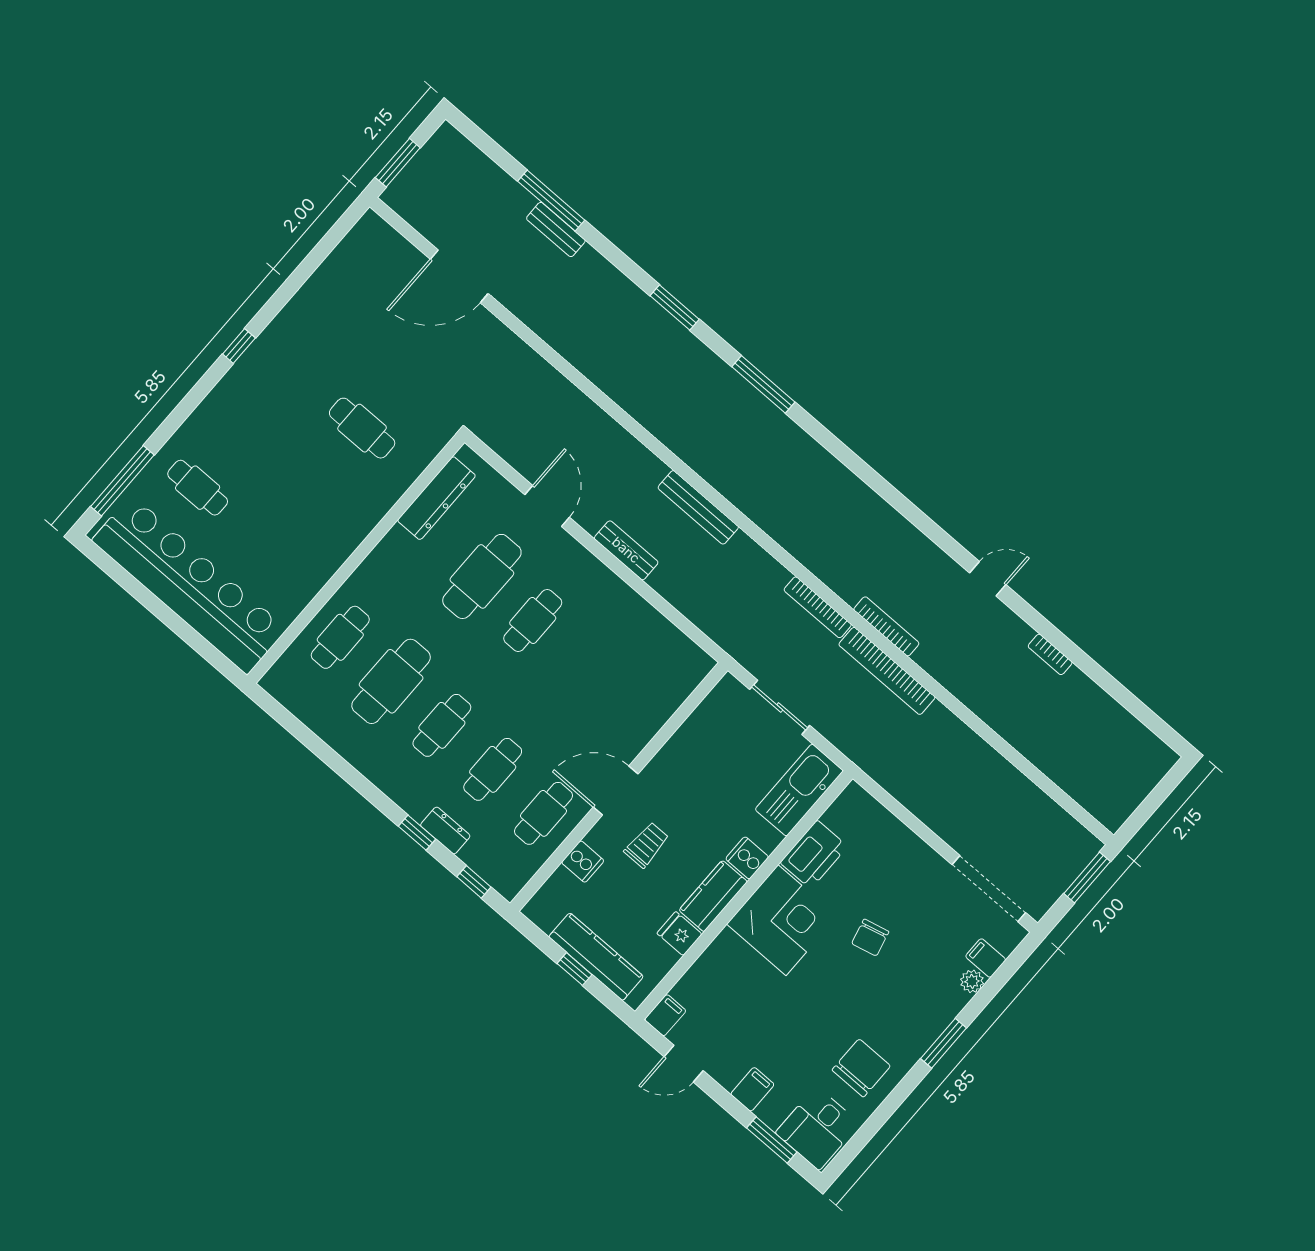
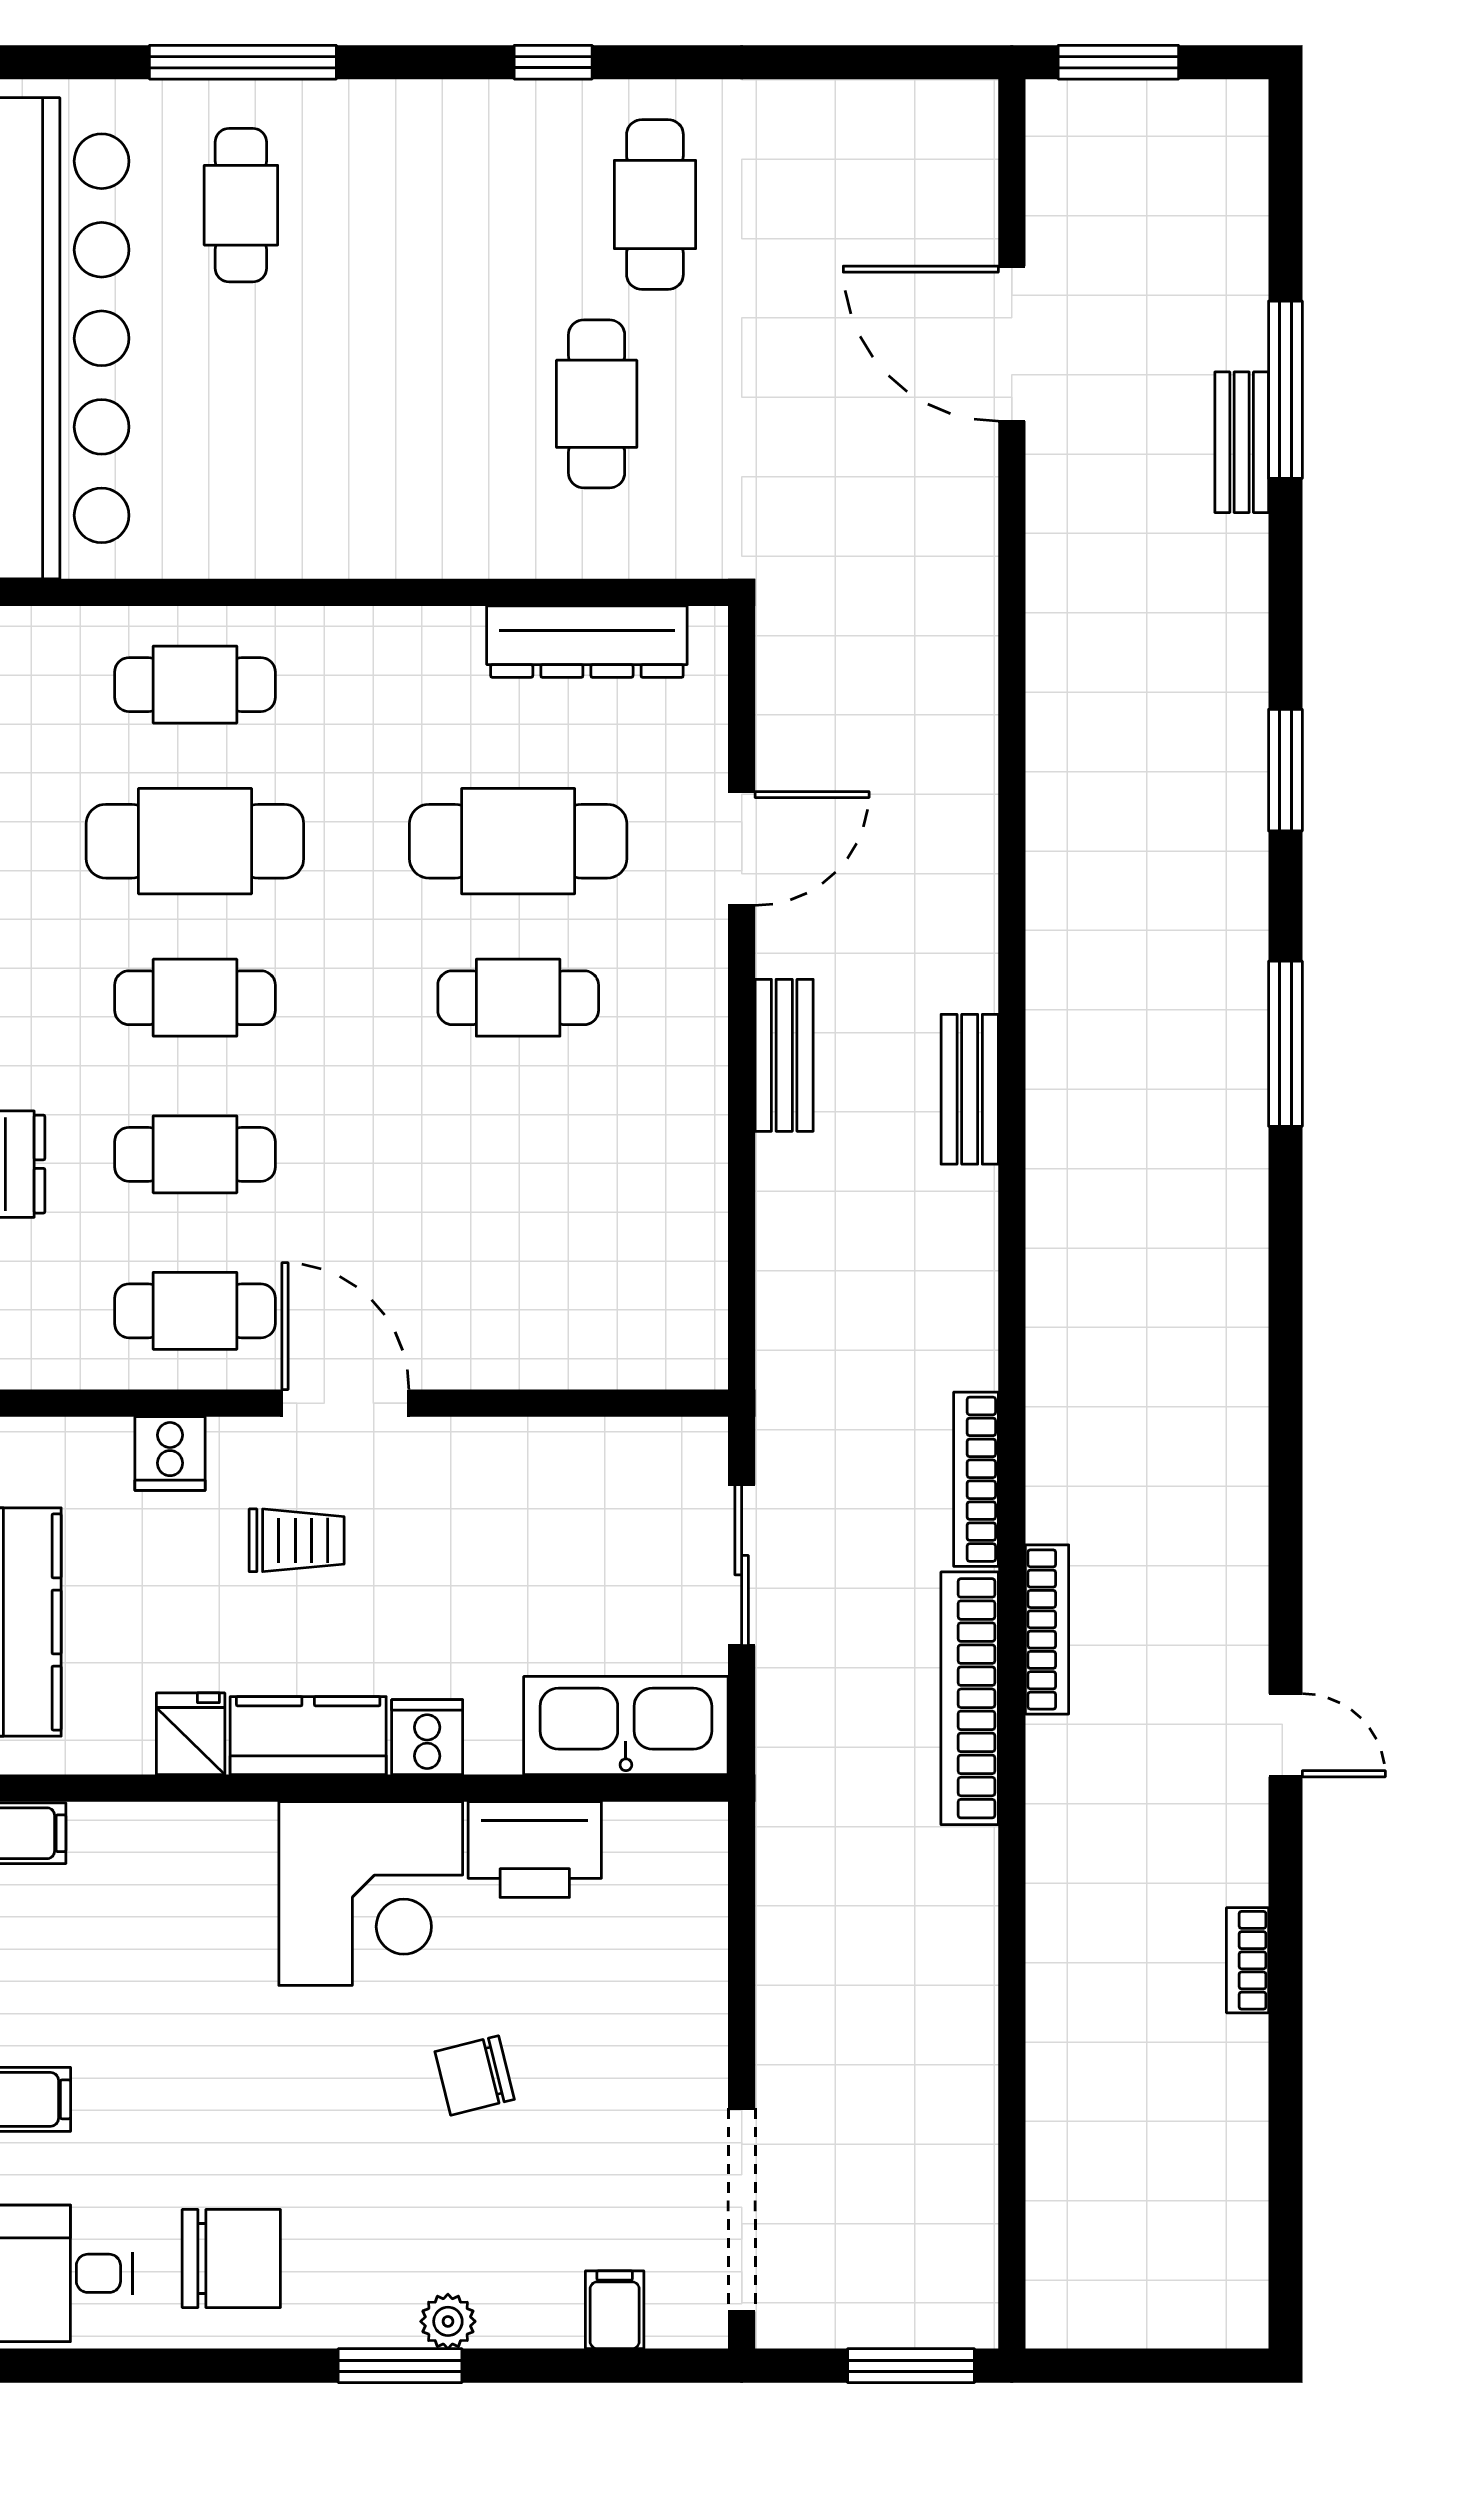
cafe table: (314, 353) -> (655, 205), added
window: (122, 481) -> (243, 62), moved
bench: (698, 507) -> (970, 1089), width x0.73
plant: (972, 981) -> (448, 2321), moved

